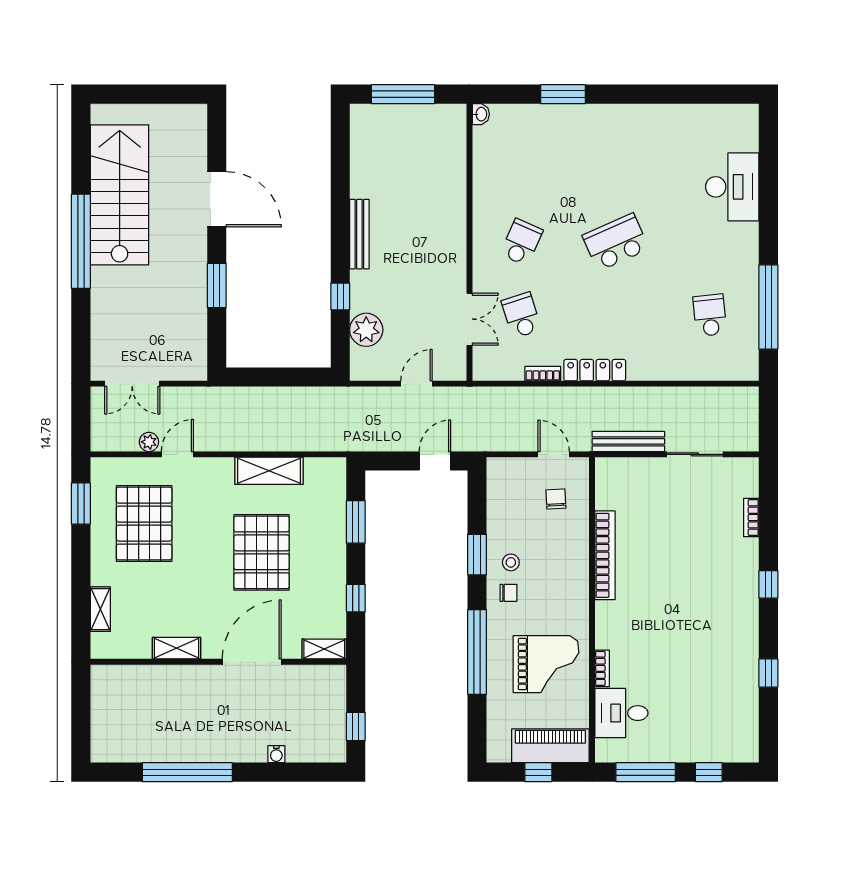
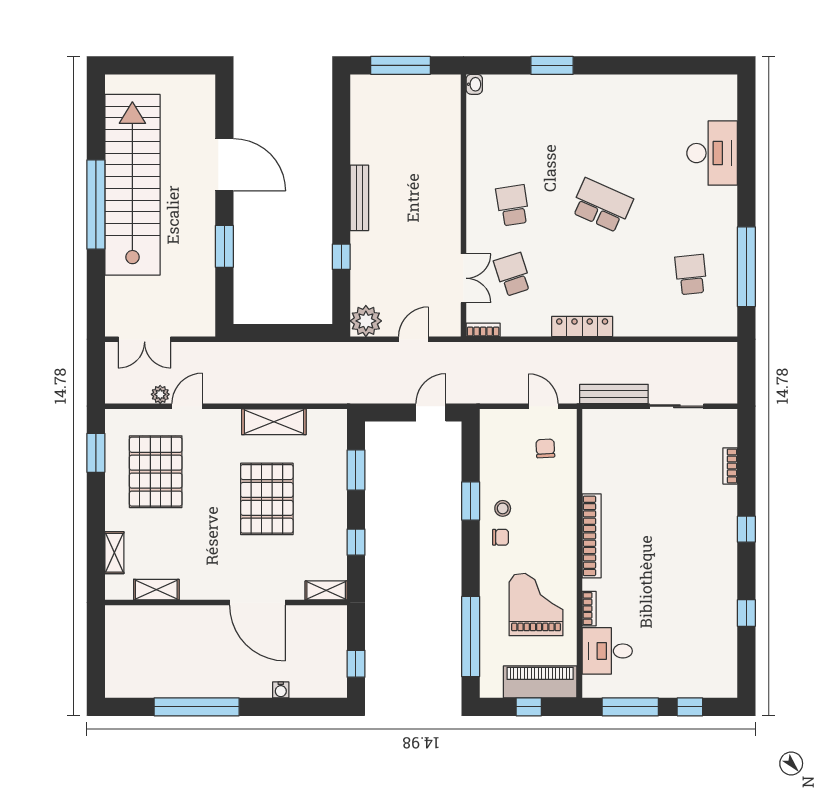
stairs: (120, 195) -> (132, 185), width x1.36
school desk: (521, 242) -> (513, 205), turned -33
school desk: (616, 242) -> (602, 205), turned 48
plant: (366, 330) -> (366, 321), moved
bookcase: (543, 374) -> (483, 330), moved
bookcase: (605, 555) -> (592, 536), moved
shelving: (177, 648) -> (156, 590), moved
window: (477, 652) -> (471, 637), moved
door: (252, 662) -> (257, 602), swing flipped
grand piano: (546, 664) -> (536, 605), turned -90

